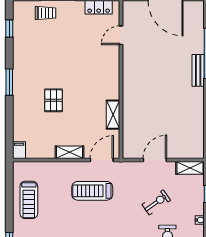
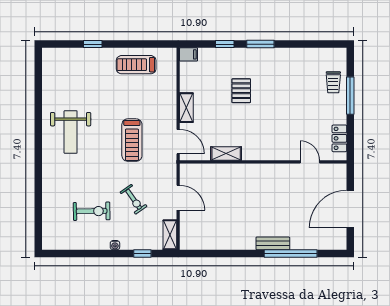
window: (9, 28) -> (225, 44), moved
pallet: (53, 100) -> (241, 91), turned 90
treadmill: (92, 191) -> (132, 140), moved, turned 180

